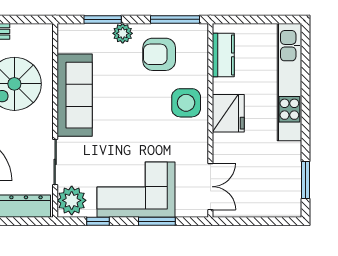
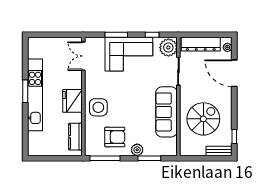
kitchen unit: (289, 82) -> (35, 95), moved
window: (305, 180) -> (25, 91), moved

